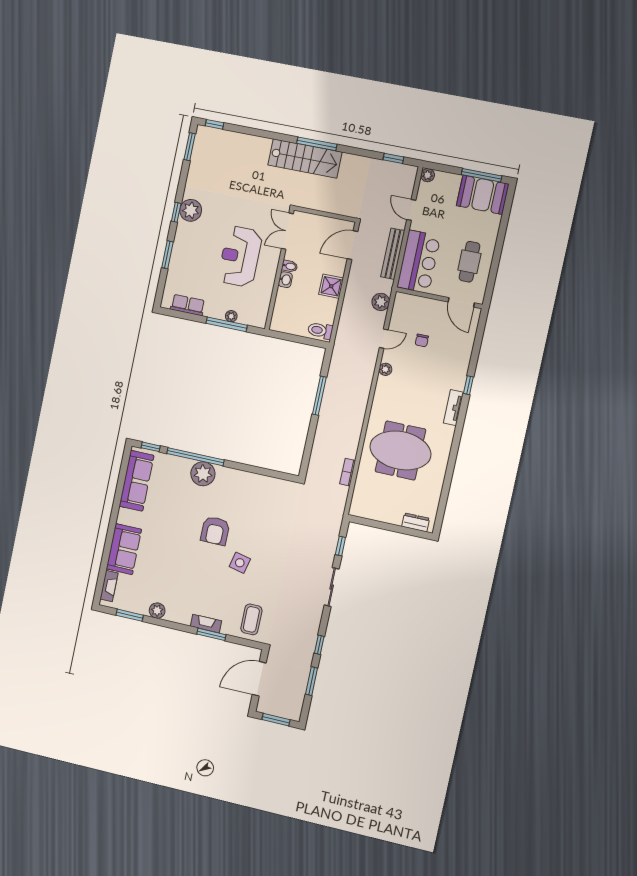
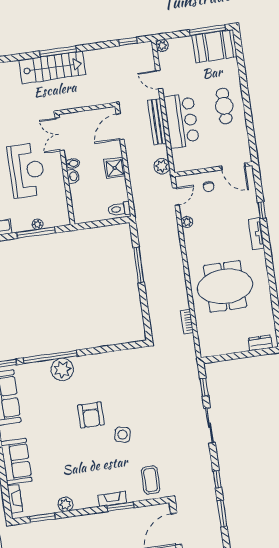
reception desk: (240, 257) -> (27, 170), turned 180
wall: (439, 298) -> (213, 169), moved
door: (461, 302) -> (233, 166), moved

